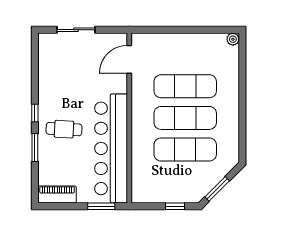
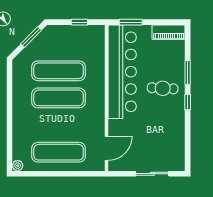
exercise mat: (185, 86) -> (59, 152), moved
window: (175, 206) -> (79, 22), moved

